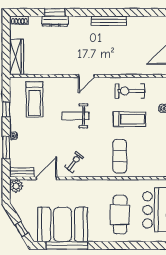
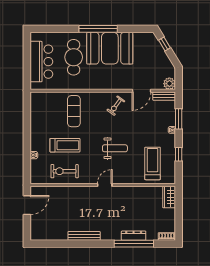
window: (55, 12) -> (134, 244), width x2.11
wardrobe: (16, 57) -> (169, 197), width x0.67
exercise bike: (130, 91) -> (65, 171), turned 180
treadmill: (129, 119) -> (65, 145), turned 180
booth: (63, 224) -> (110, 48), moved
window: (67, 245) -> (98, 29), moved

